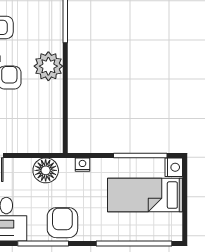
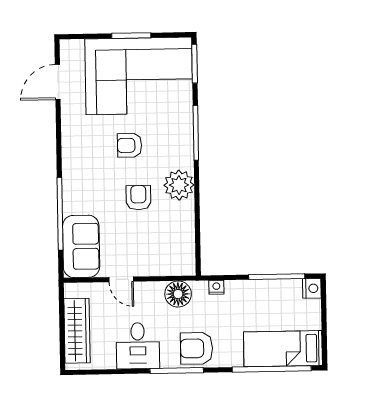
bed: (145, 195) -> (283, 349), moved
armchair: (62, 223) -> (197, 348), turned -90

